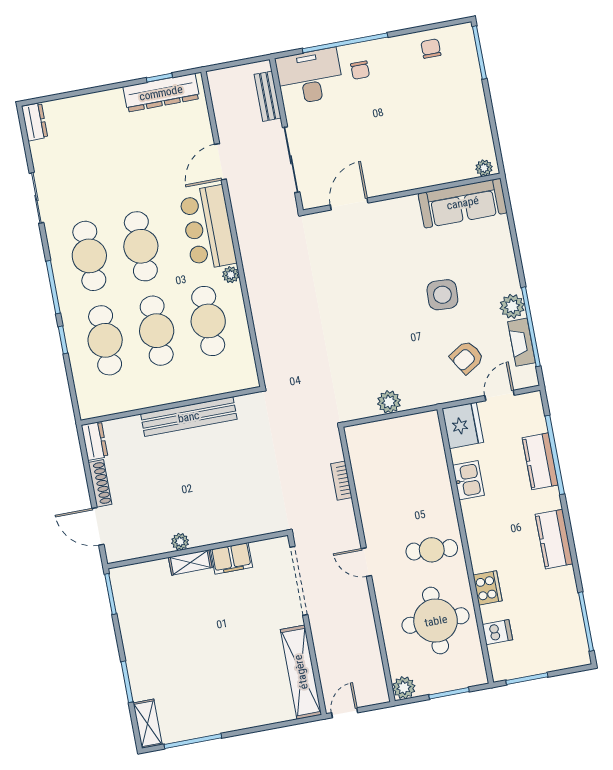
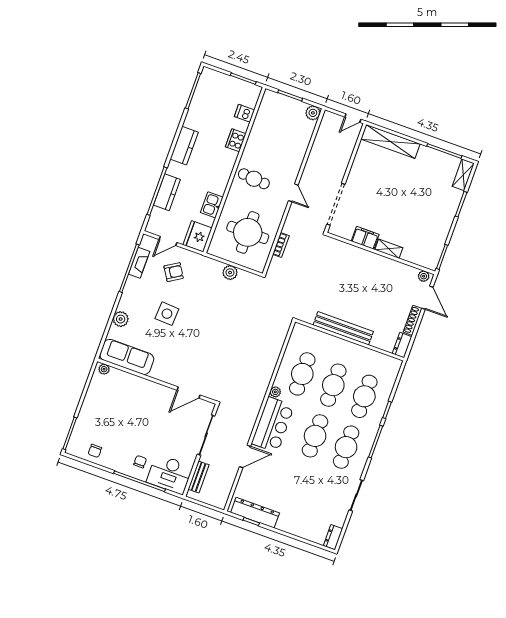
plant: (512, 306) -> (121, 319), moved
plant: (180, 542) -> (424, 276), moved
round table: (436, 621) -> (248, 232), moved
shelving: (301, 672) -> (390, 141), moved, turned 90

